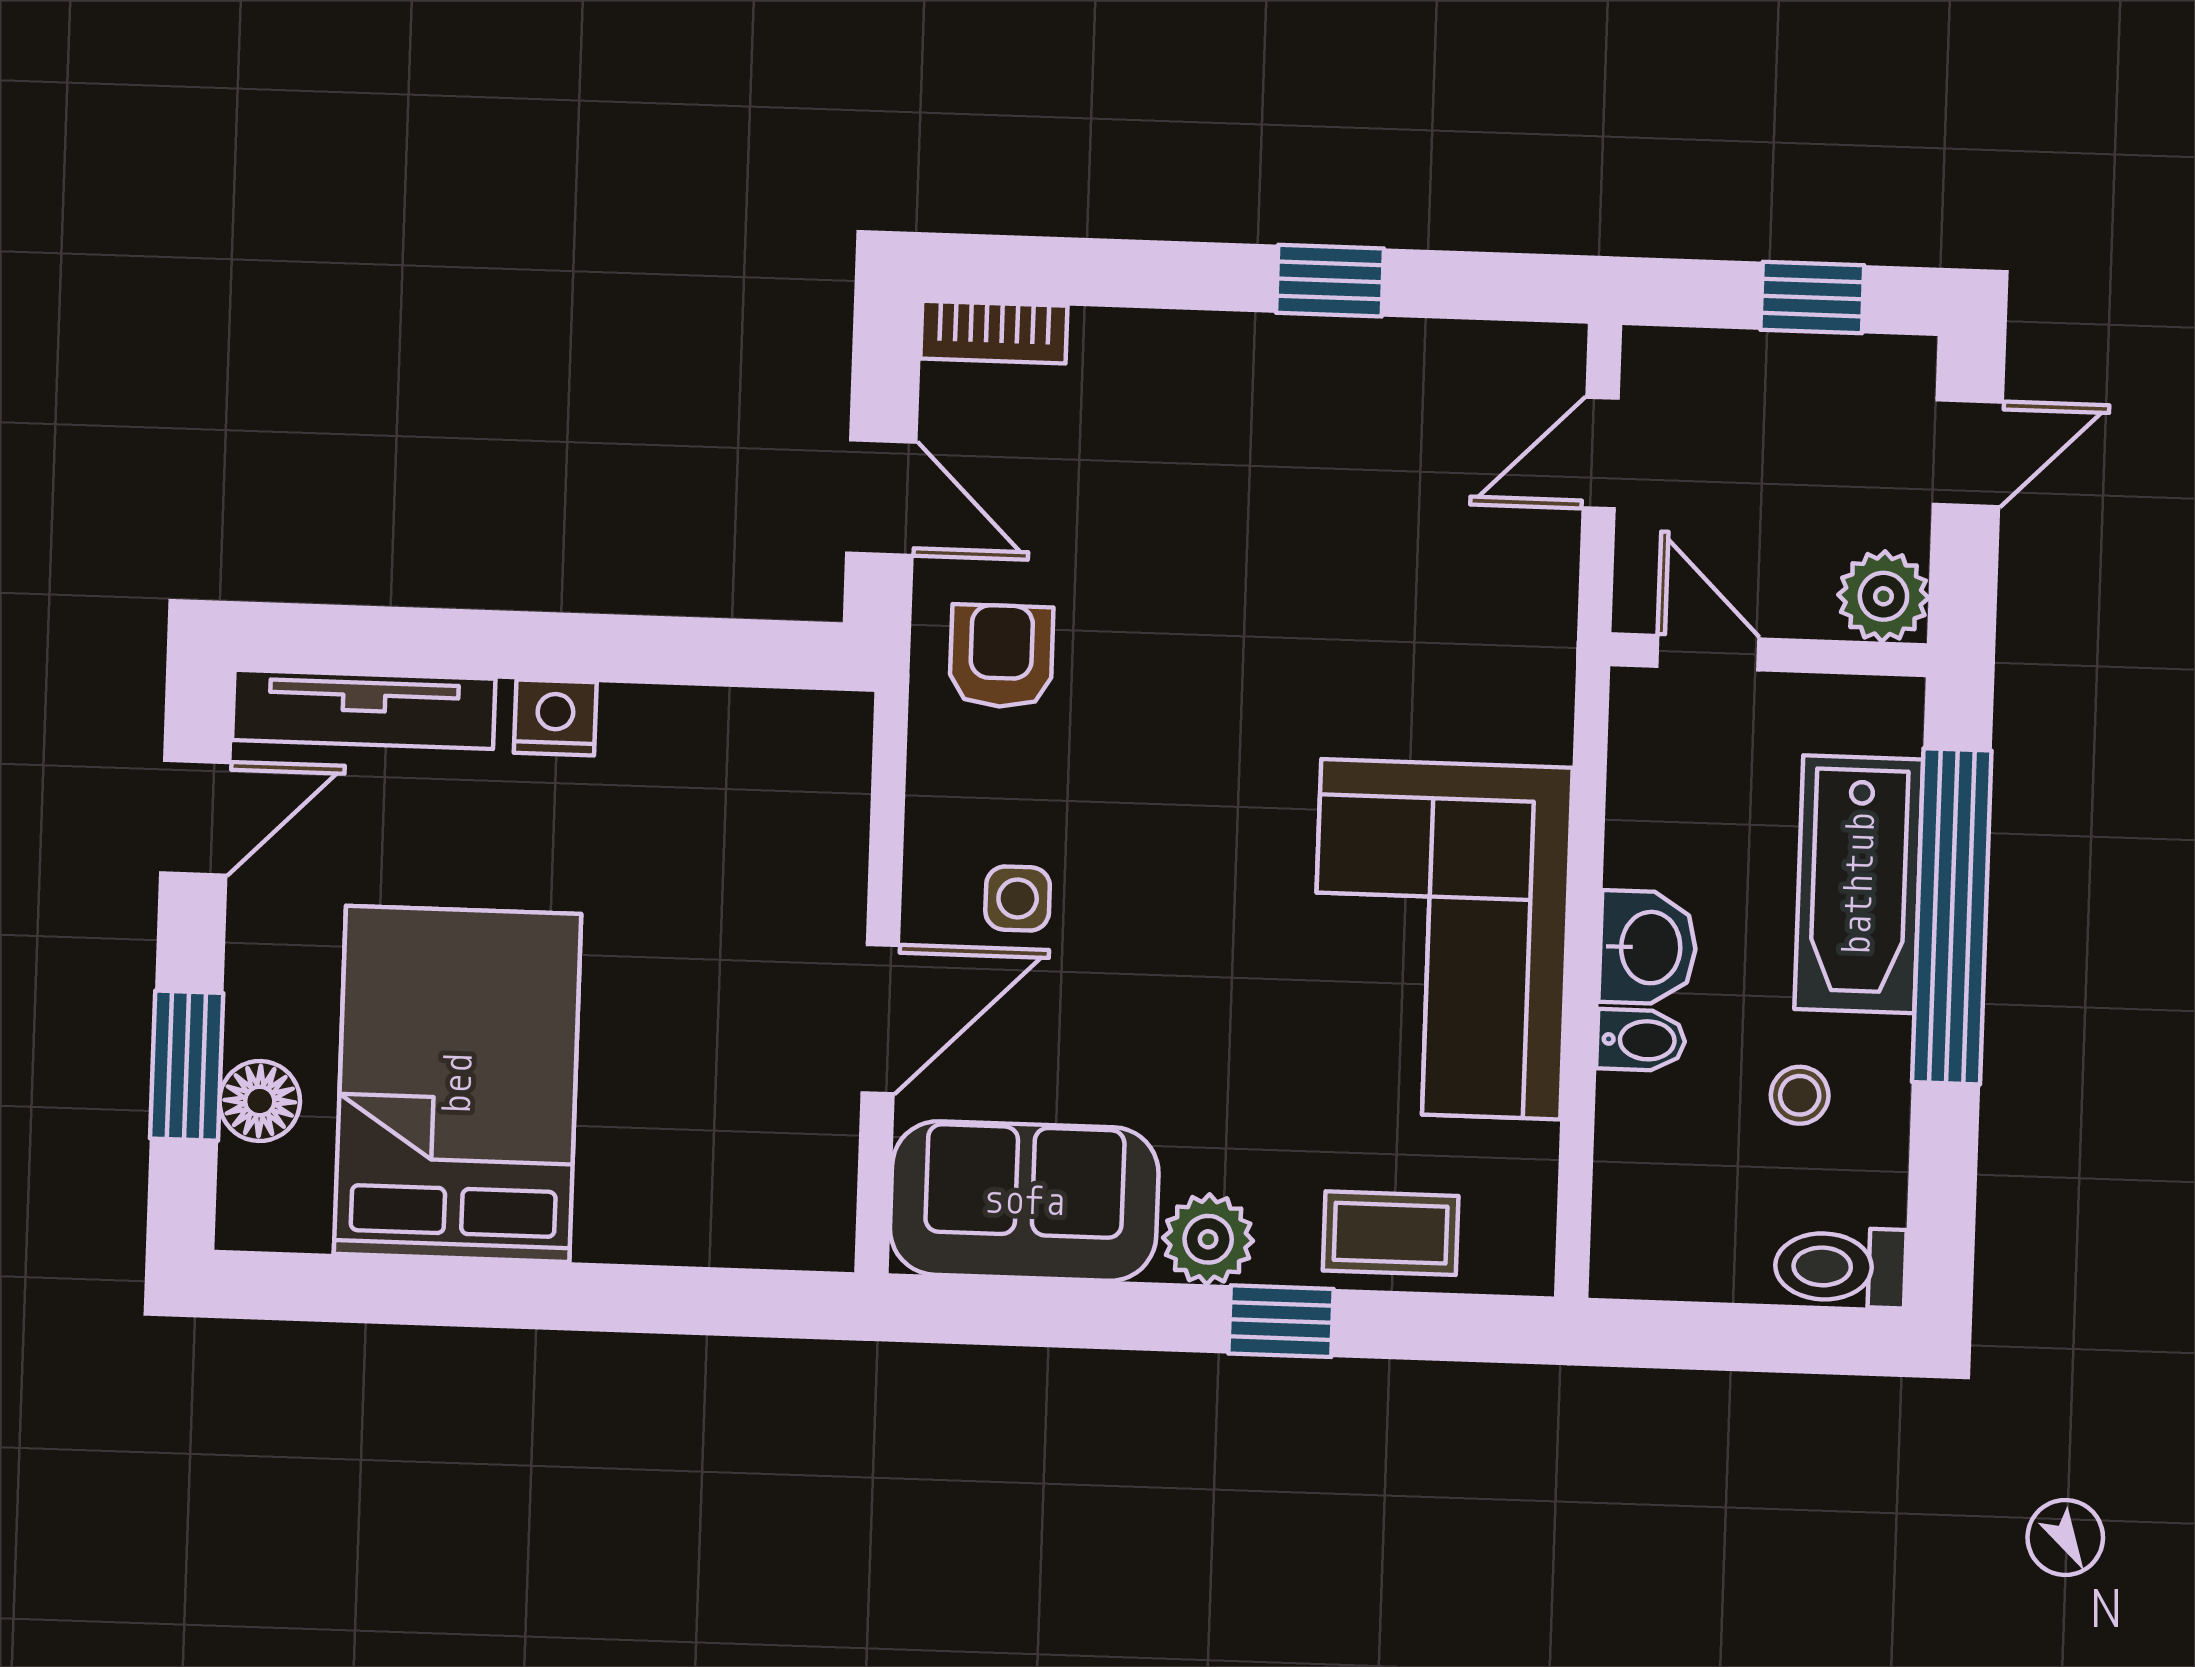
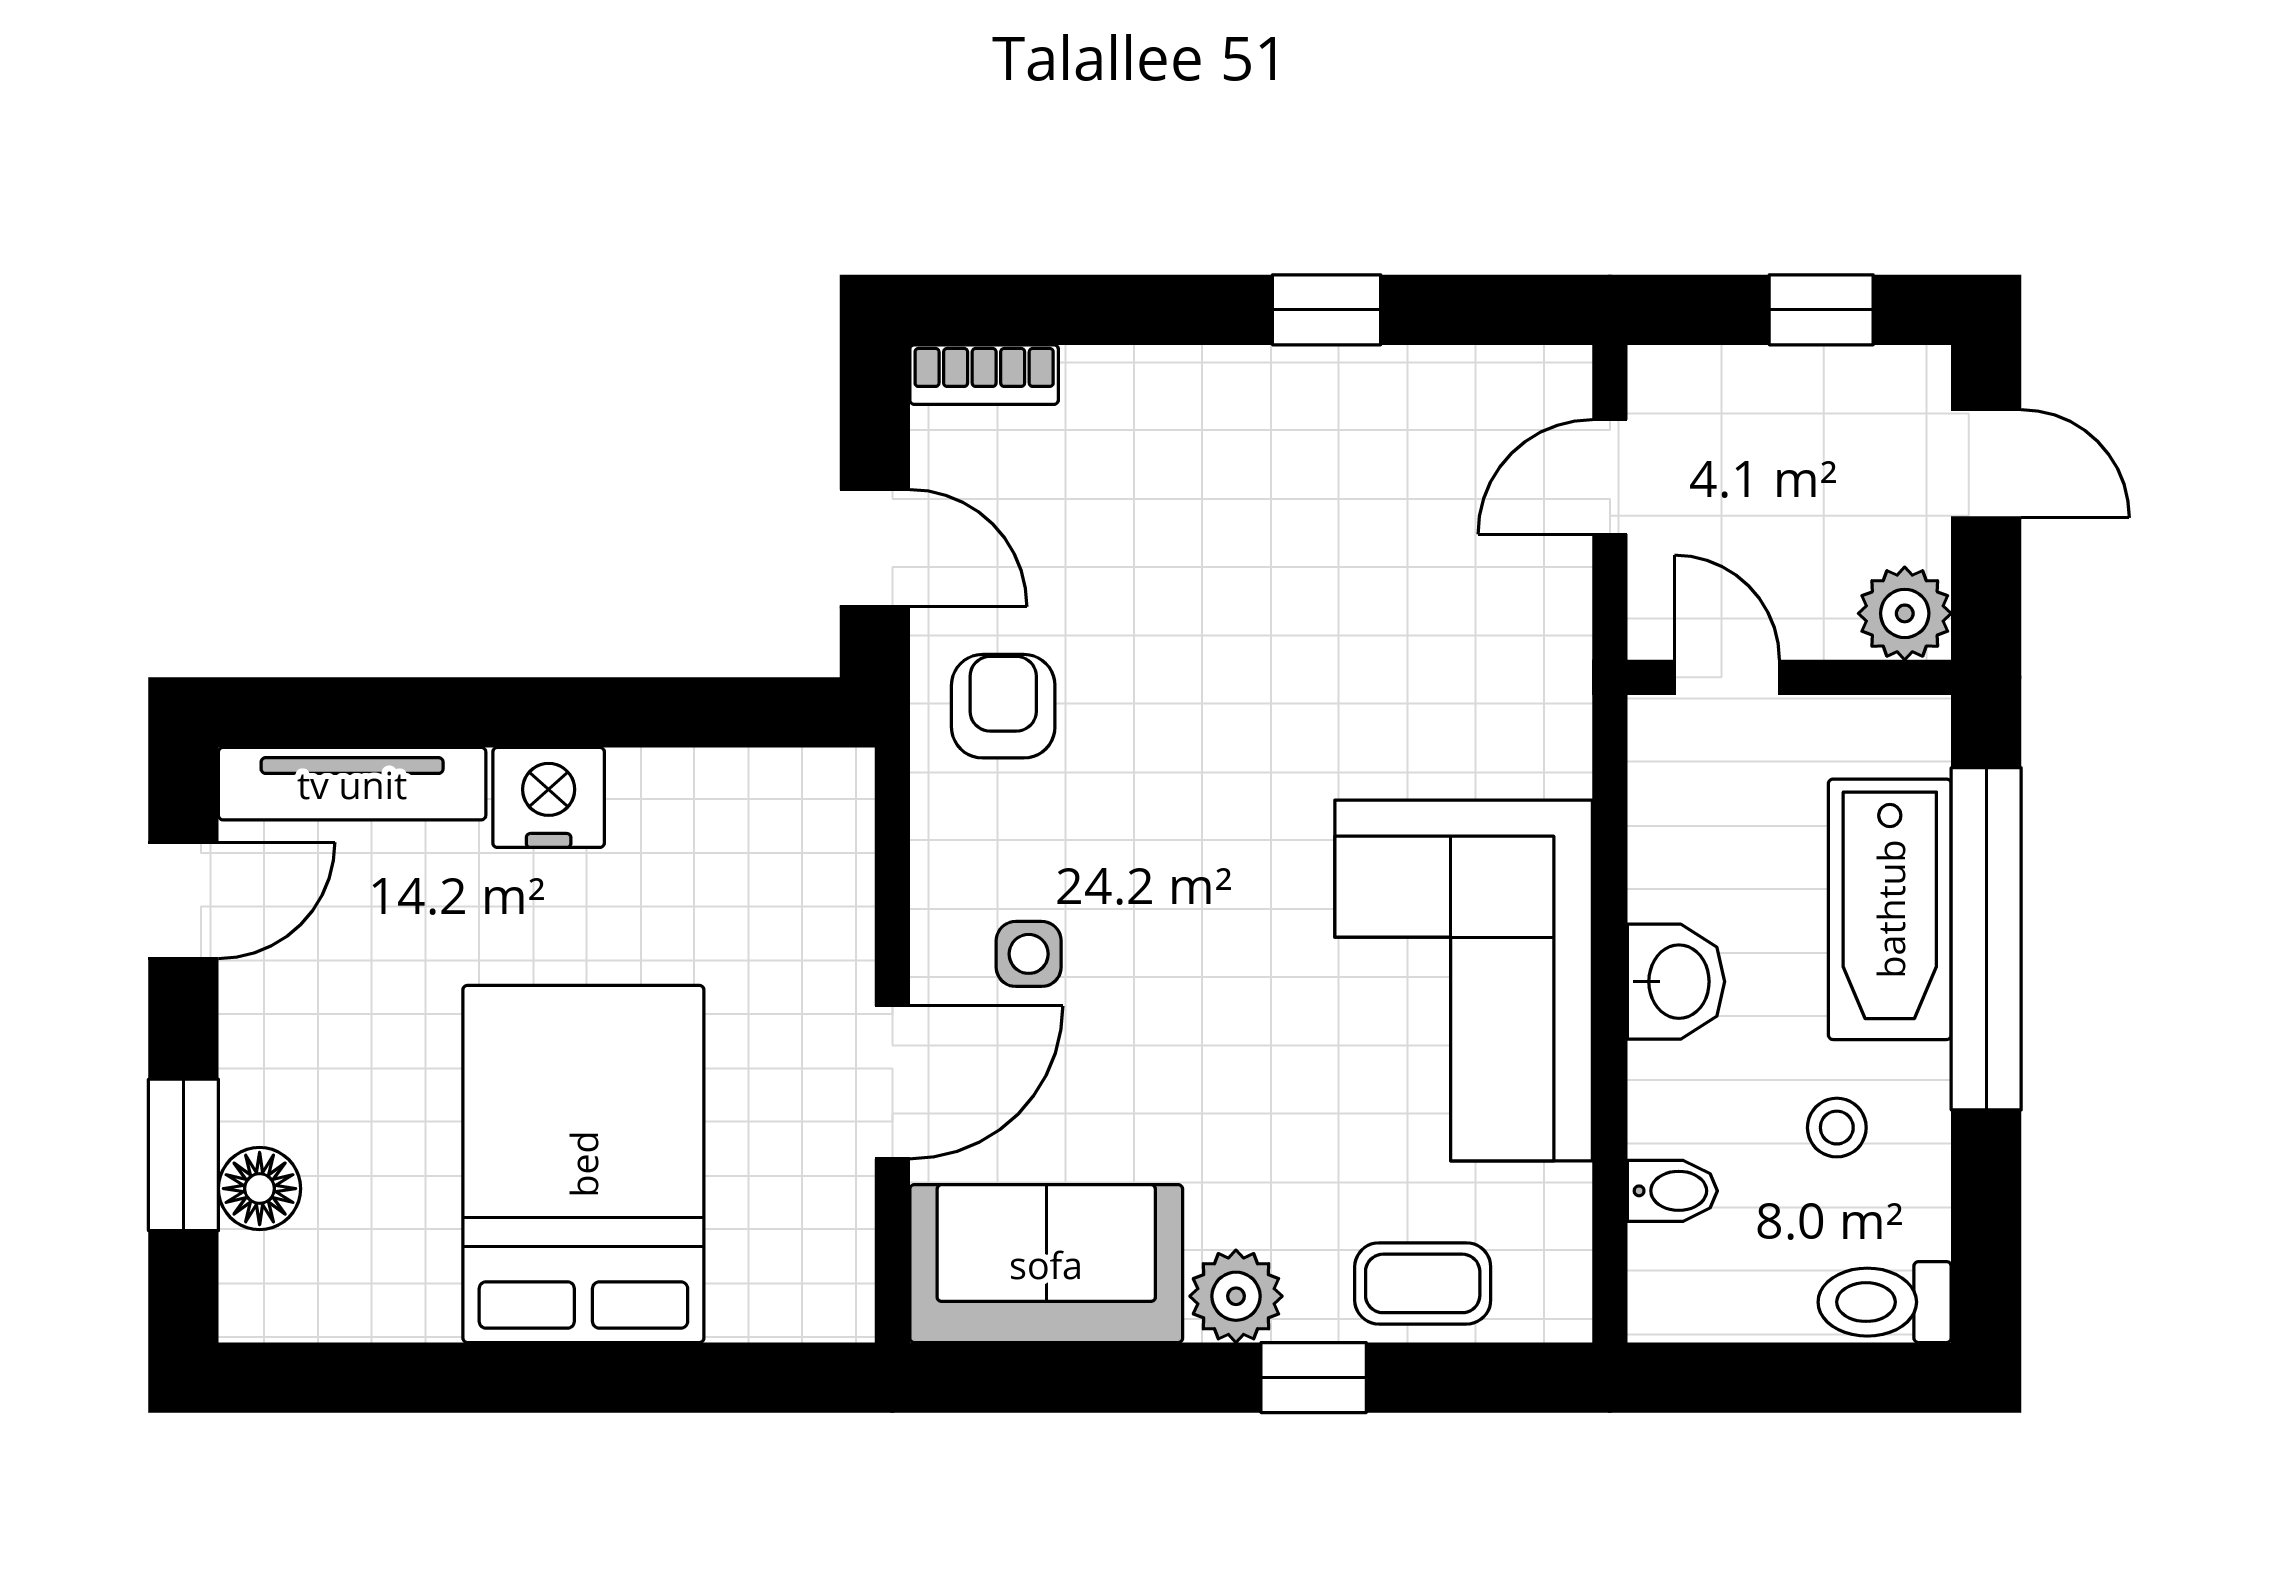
door: (1968, 453) -> (1986, 464), hinge flipped
nightstand: (555, 718) -> (549, 797), width x1.36, depth x1.33
bidet: (1641, 1040) -> (1672, 1191), moved
bed: (458, 1084) -> (583, 1164), moved

